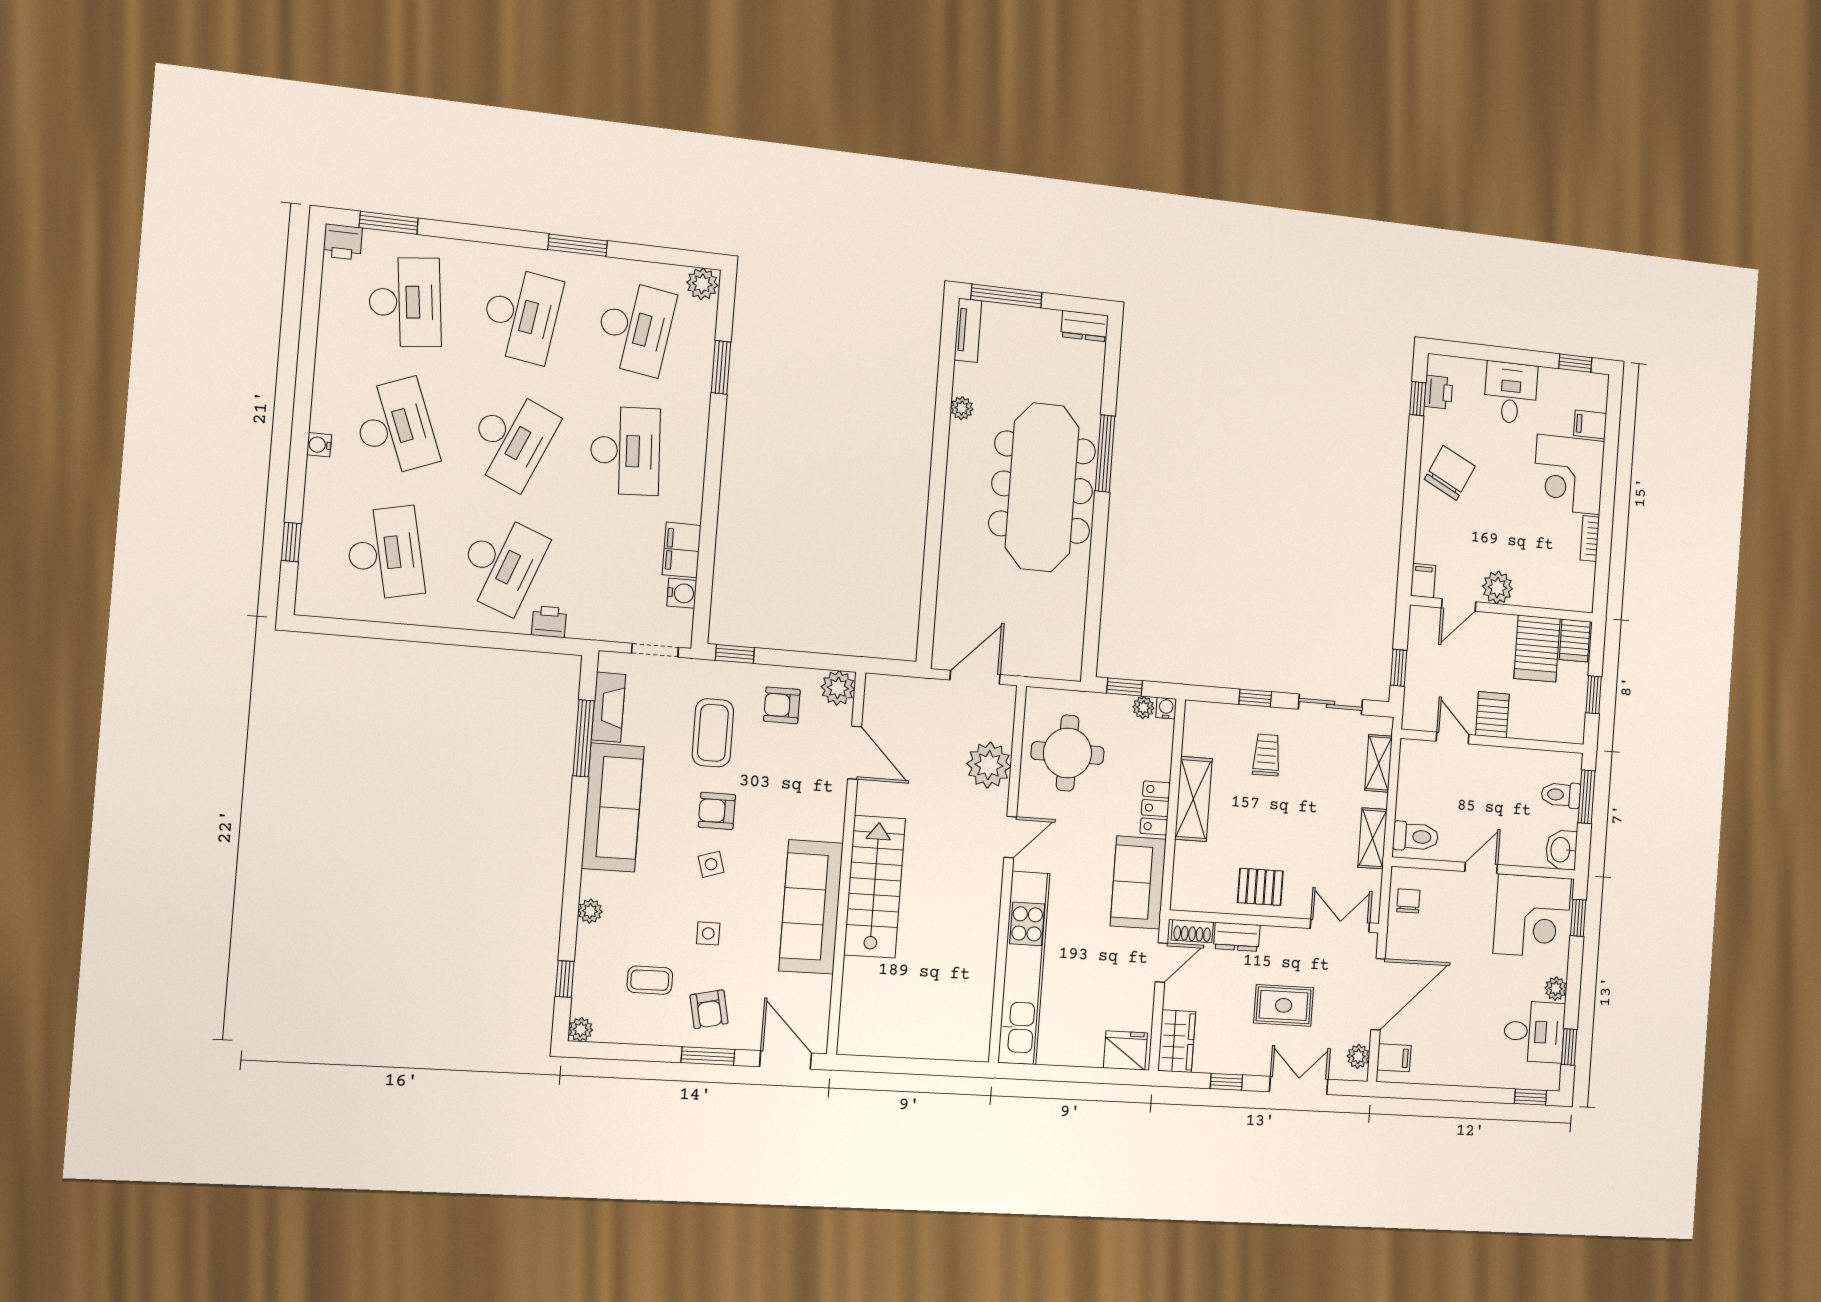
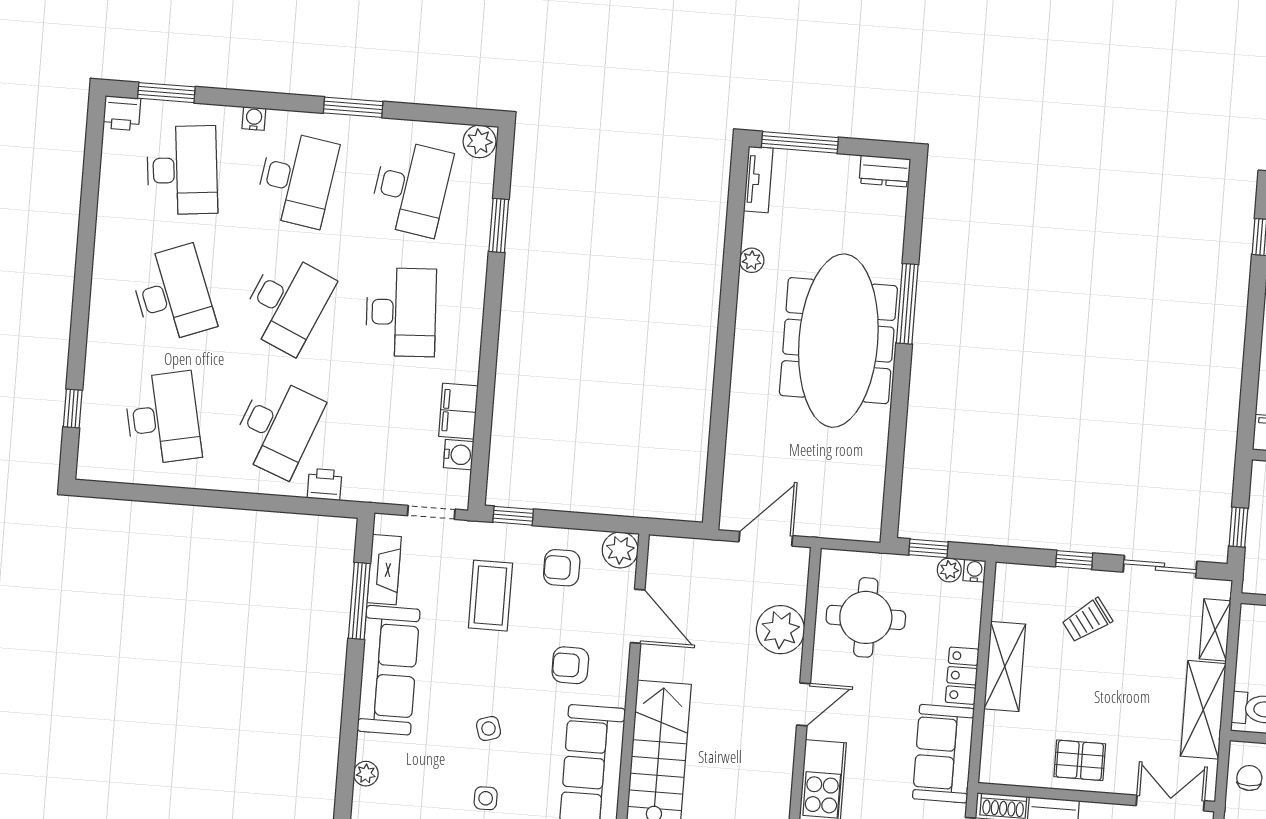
water cooler: (319, 445) -> (254, 118), moved, turned 90
trolley: (1267, 755) -> (1087, 620), turned -126
armchair: (717, 811) -> (570, 665), moved
shelving: (1373, 838) -> (1203, 710), width x1.50, depth x1.33

